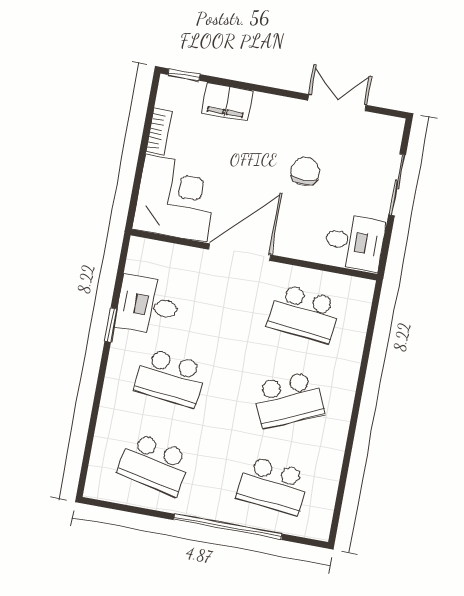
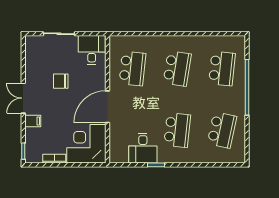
filing cabinet: (227, 101) -> (33, 121), width x0.50
double door: (337, 103) -> (23, 98), moved
door: (240, 252) -> (107, 107), hinge flipped
school desk: (288, 400) -> (177, 69), turned 33

